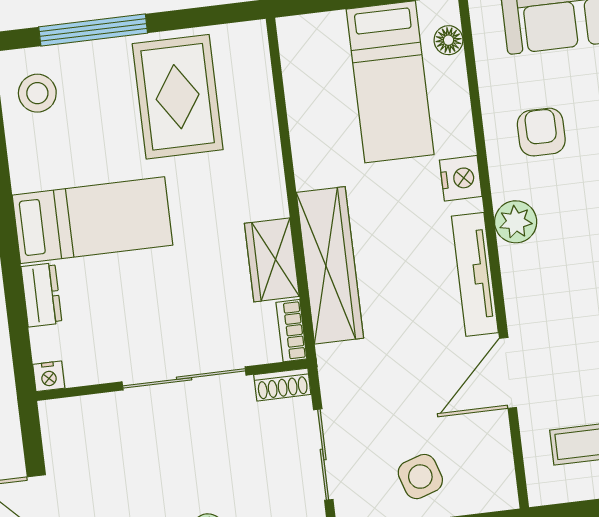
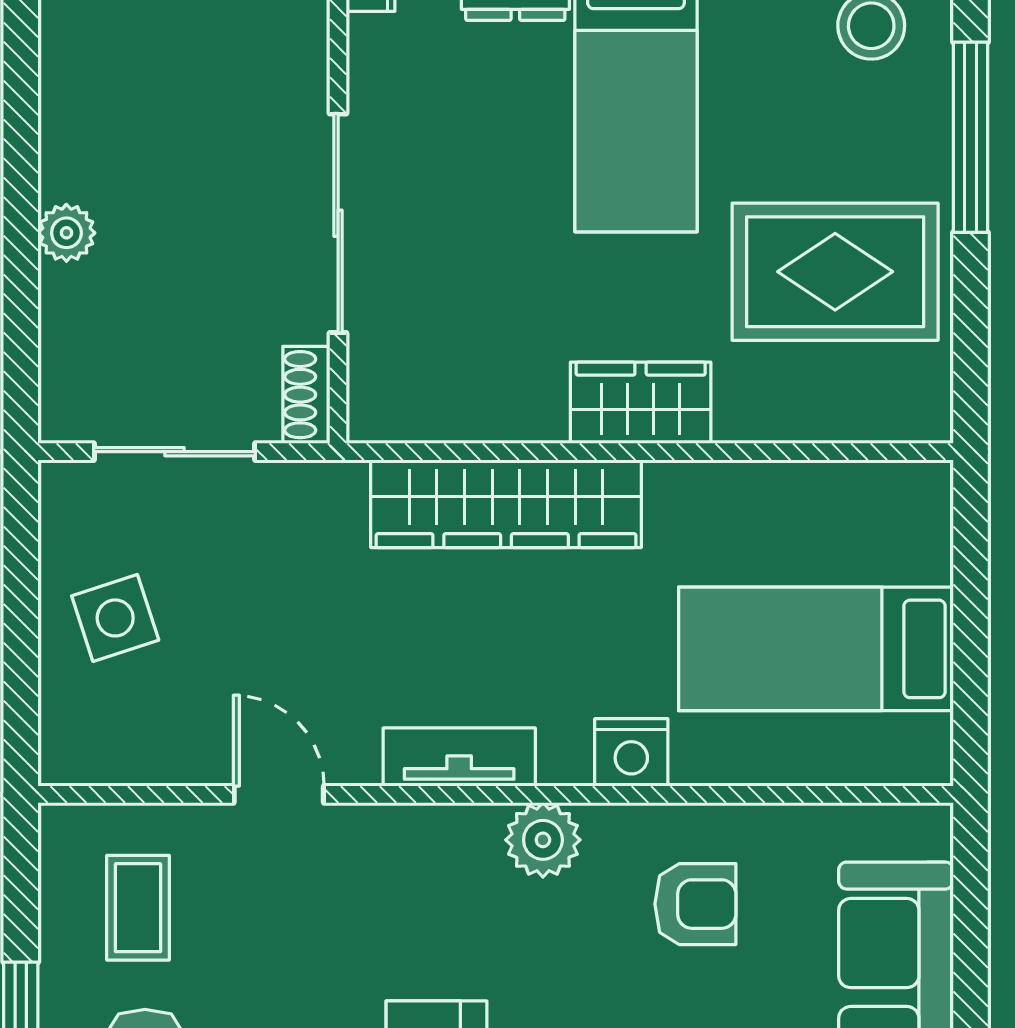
floor lamp: (449, 40) -> (877, 760), removed
wardrobe: (272, 260) -> (641, 403), moved
tv unit: (475, 274) -> (459, 757), width x0.71
bookcase: (291, 331) -> (399, 422), removed
door: (508, 373) -> (279, 794), width x0.73

